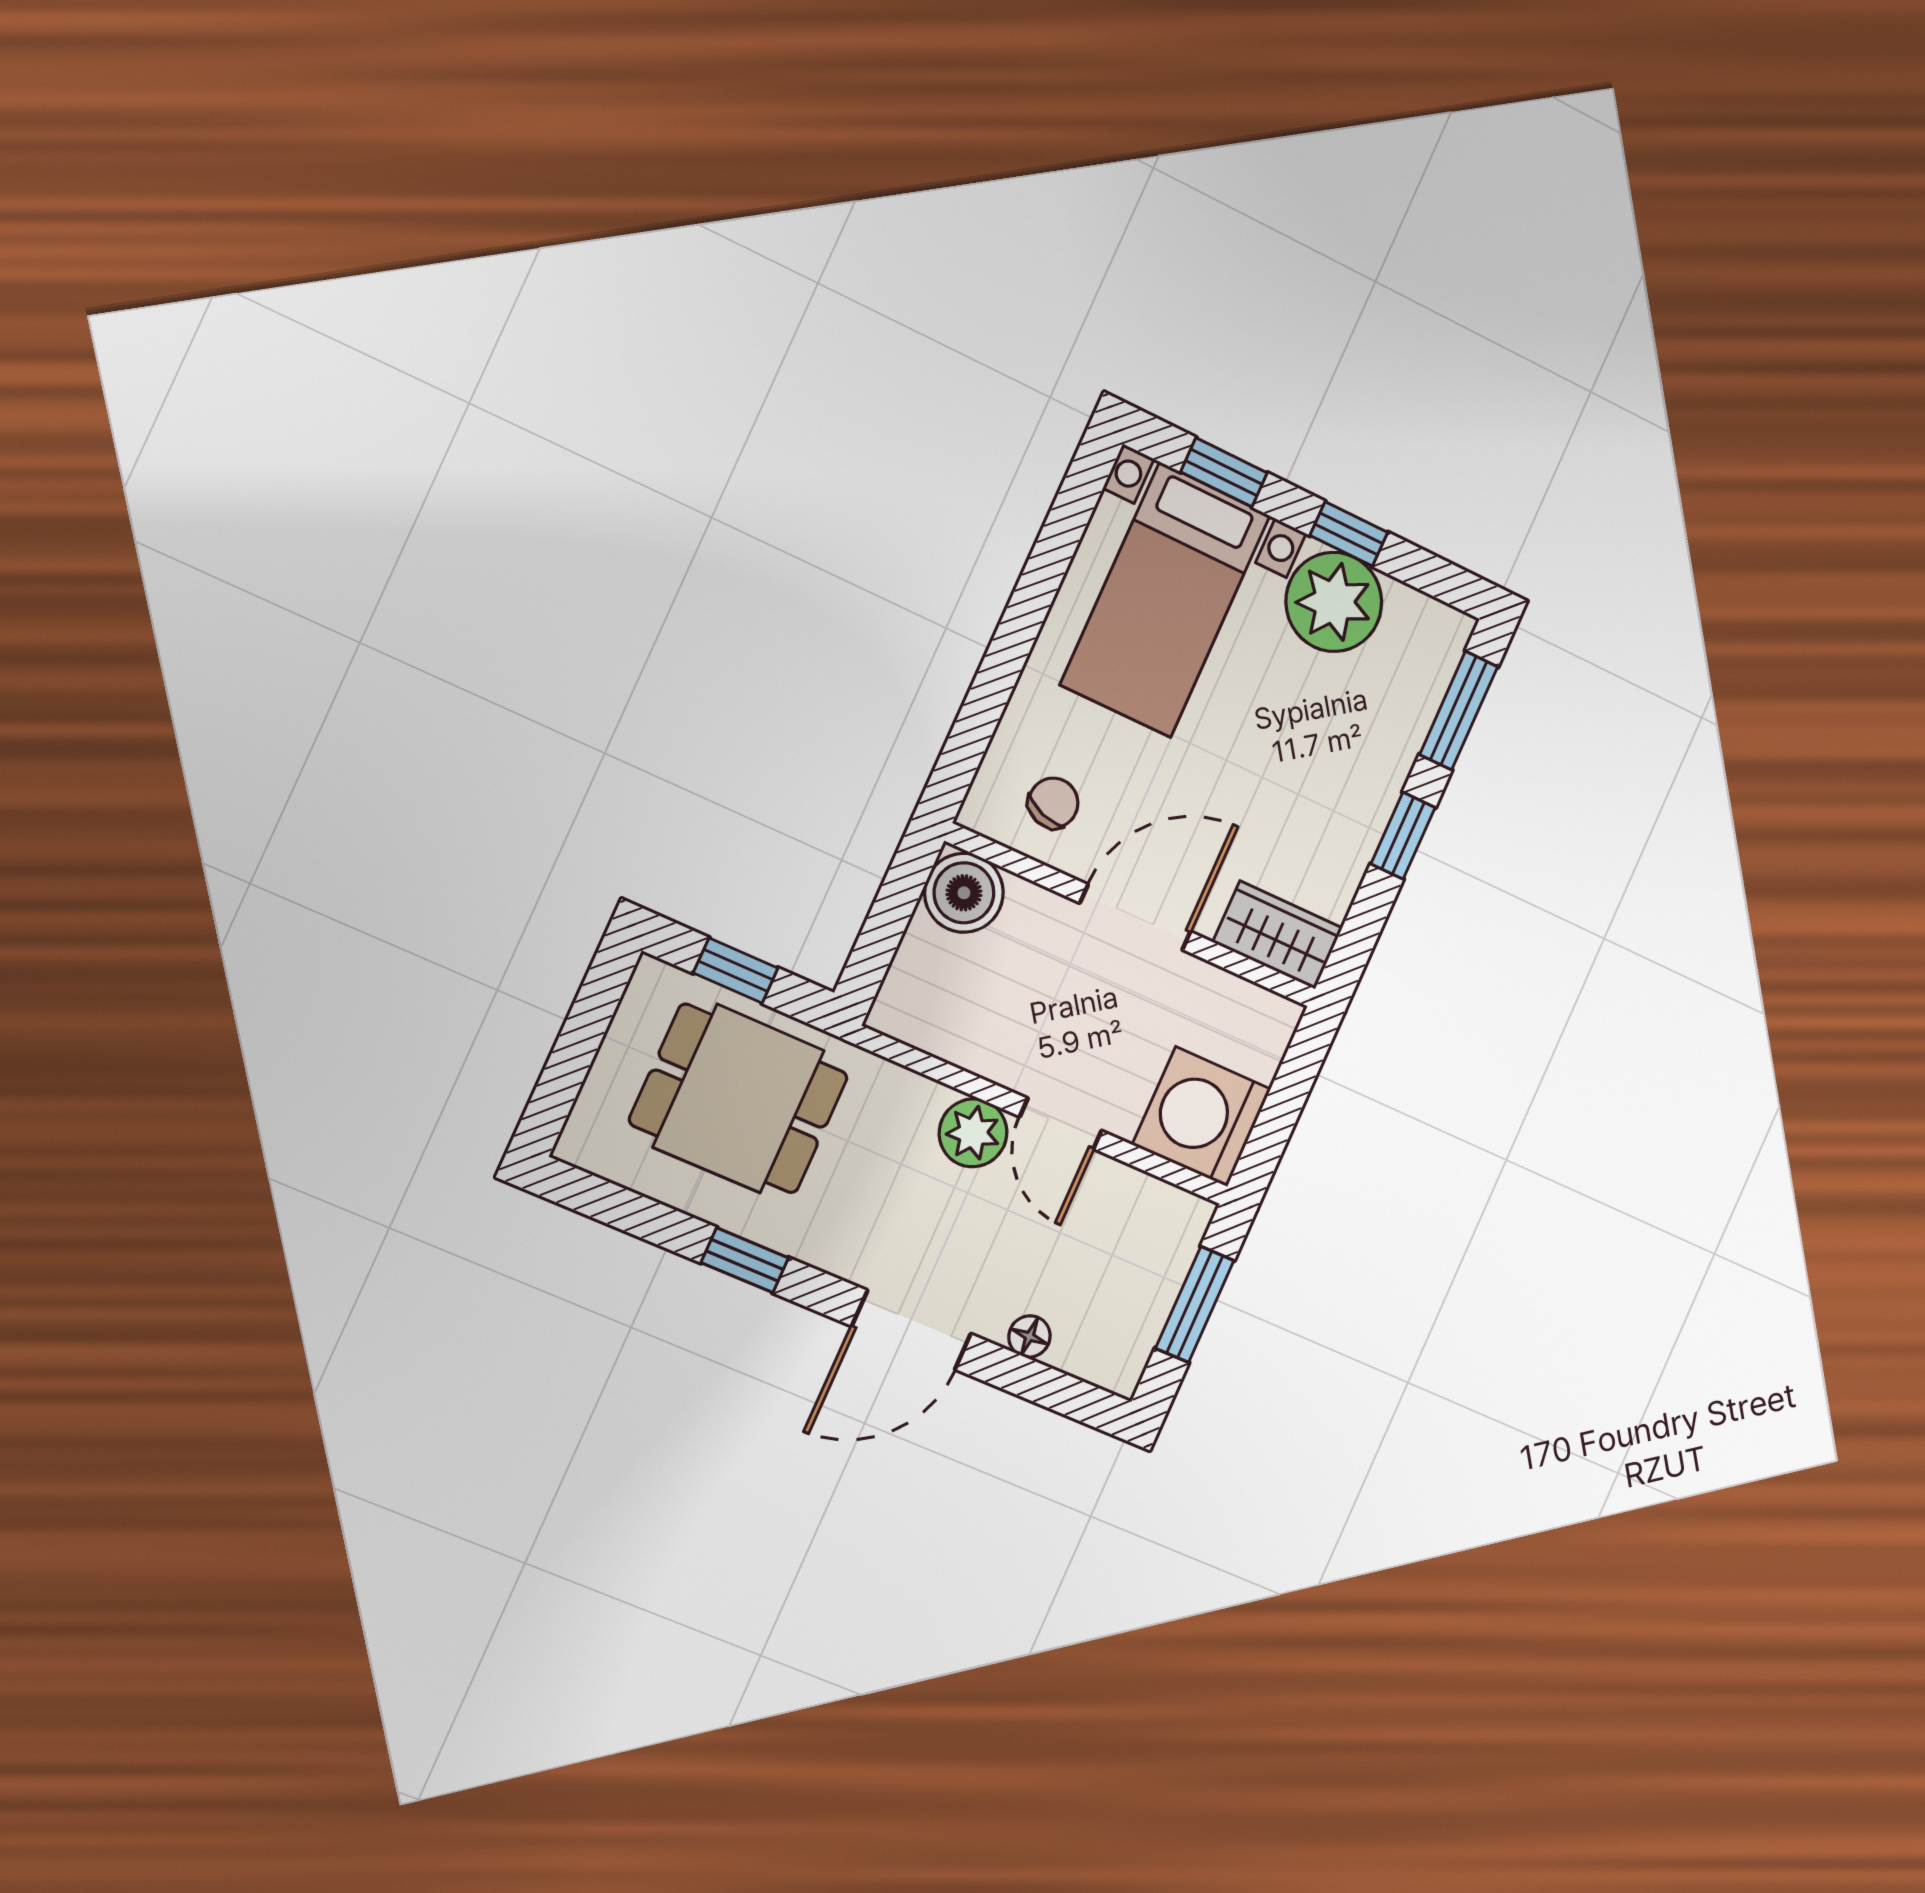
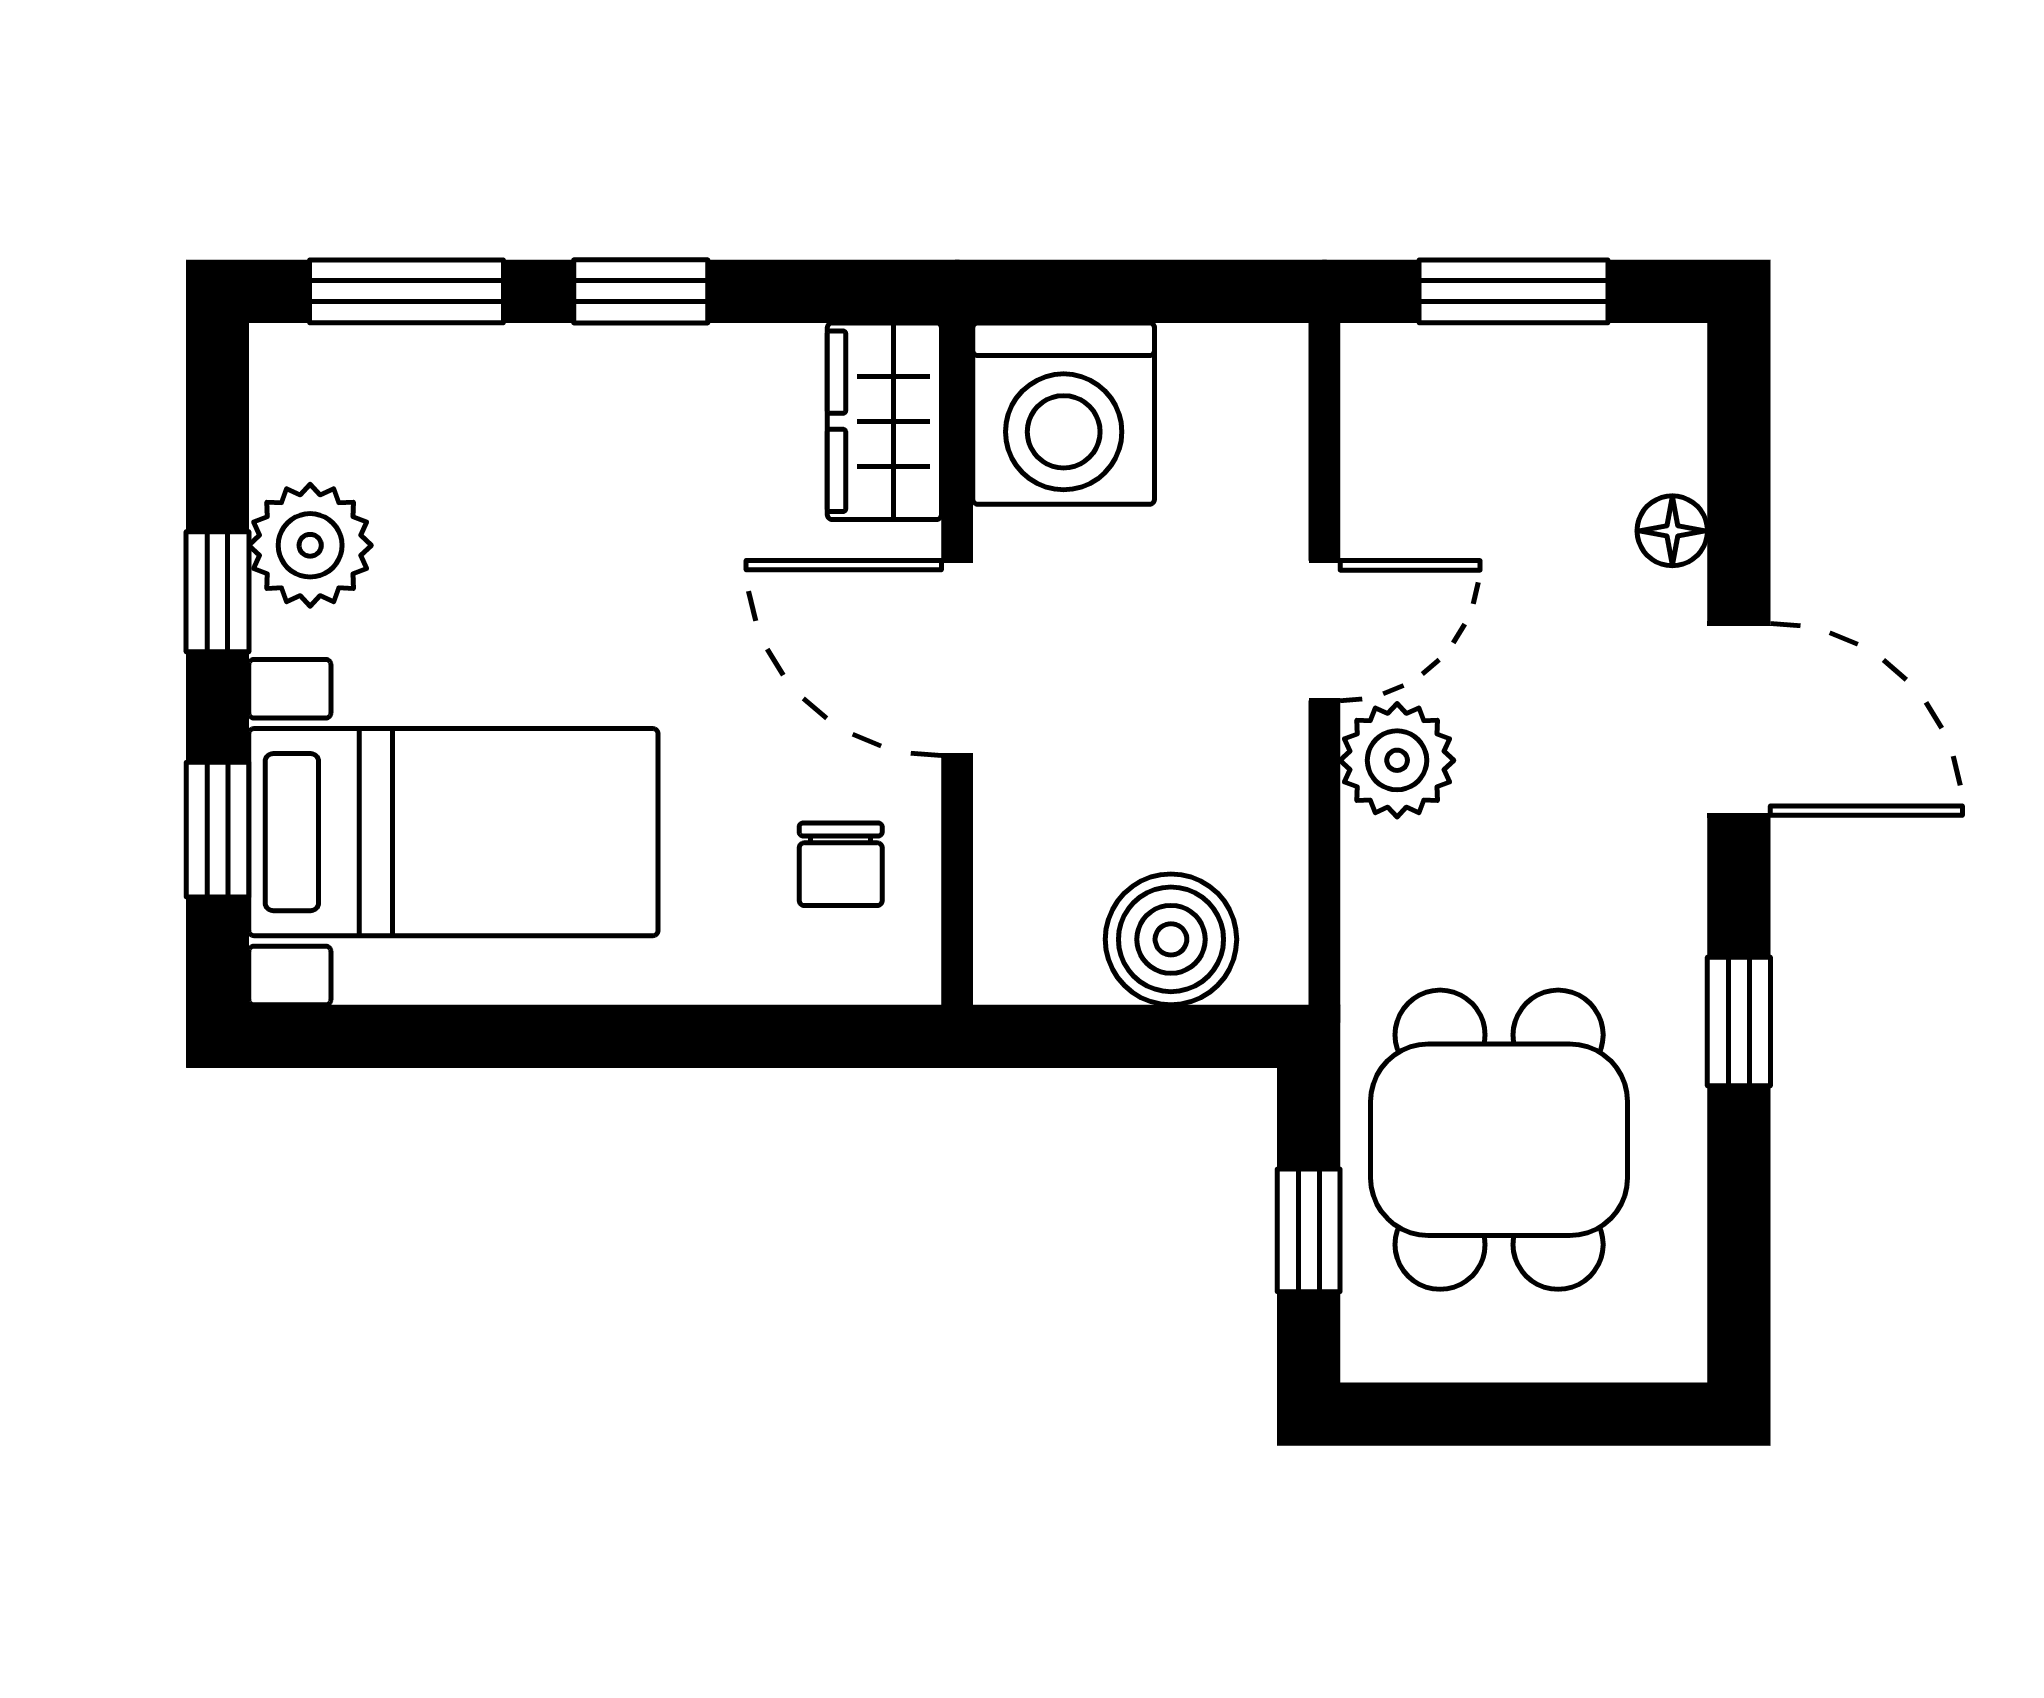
plant: (1334, 602) -> (310, 545), width x0.73, depth x0.73
chair: (1053, 803) -> (841, 864), turned -109
boiler: (964, 893) -> (1171, 939), moved
washing machine: (1202, 1117) -> (1064, 414), moved

